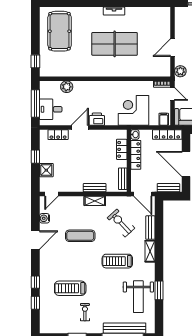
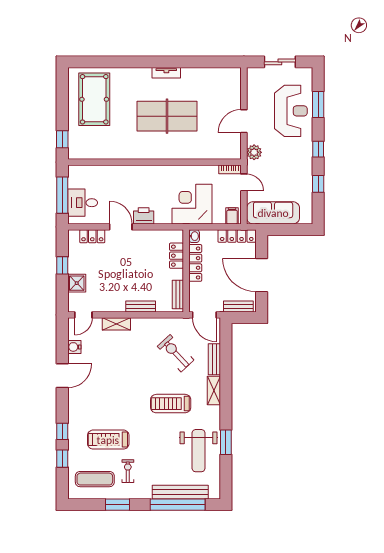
plant: (67, 87) -> (104, 173), removed
door: (80, 128) -> (121, 227), hinge flipped
shelving: (95, 201) -> (116, 324), moved
exercise mat: (80, 236) -> (95, 479), moved

